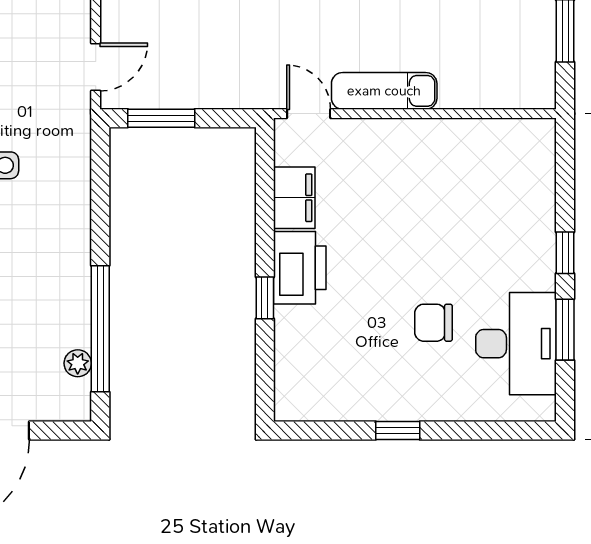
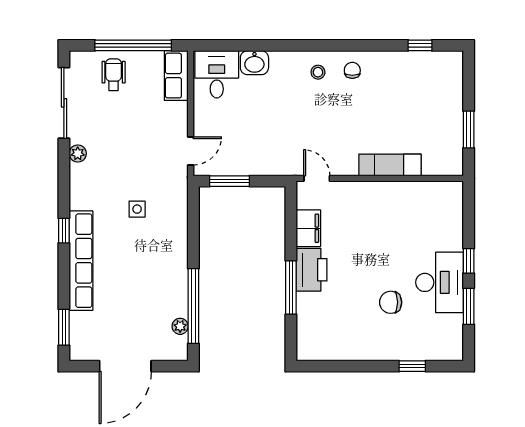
exam couch: (384, 91) -> (390, 165), moved
window: (265, 298) -> (291, 288), width x2.17
desk: (516, 344) -> (439, 282), moved
window: (398, 430) -> (412, 366), moved

